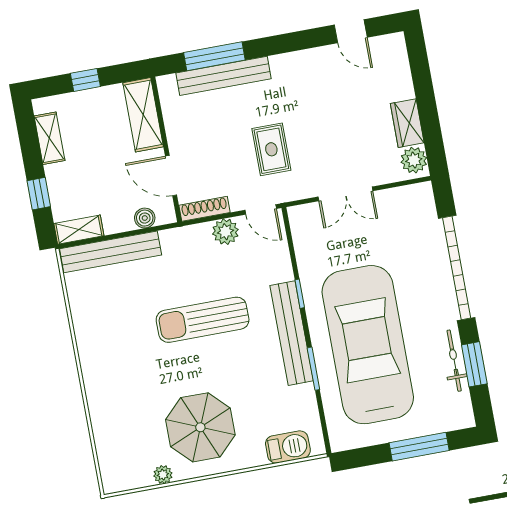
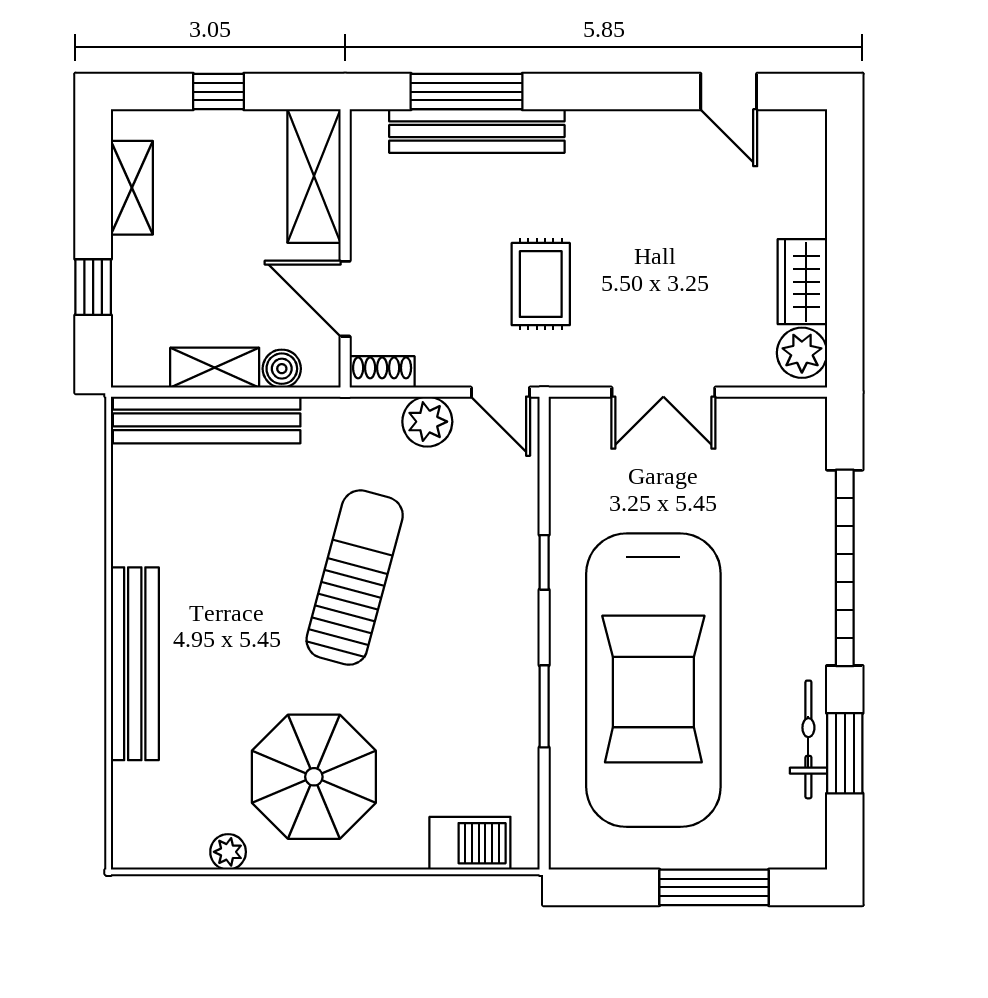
shoe rack: (204, 209) -> (382, 372), width x0.70
shelving: (79, 230) -> (215, 368), moved
sun lounger: (203, 320) -> (355, 578), turned 105
bench: (292, 333) -> (135, 664), moved
car: (368, 345) -> (653, 680), turned 180

